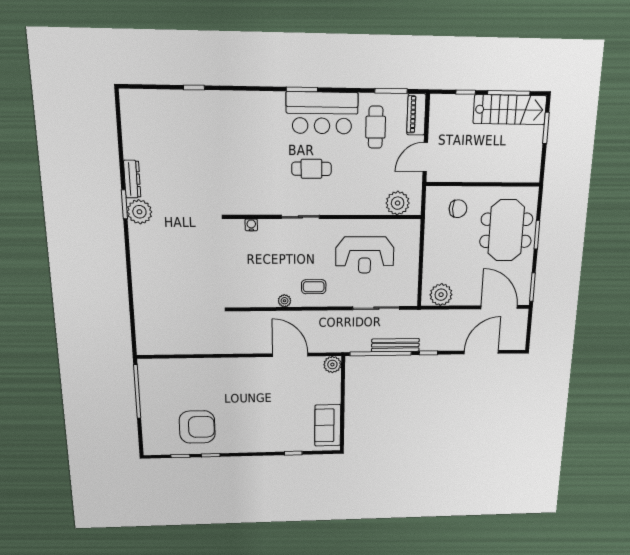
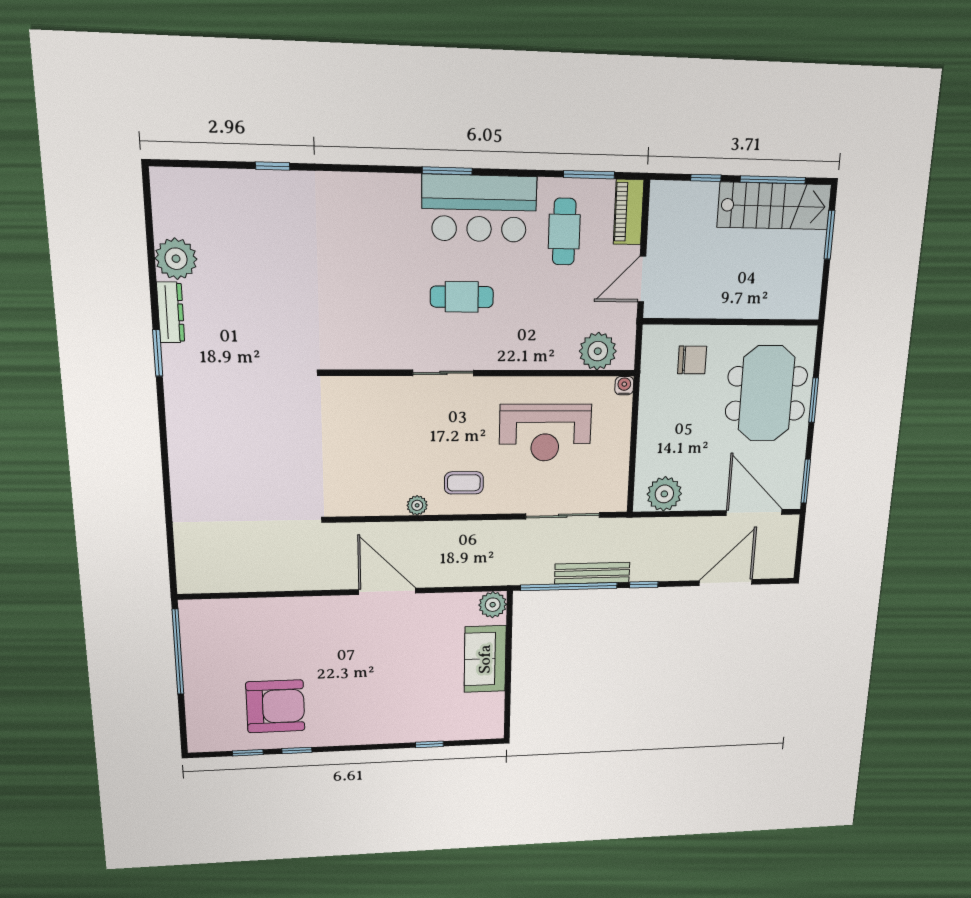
plant: (139, 212) -> (176, 259), moved
water cooler: (251, 225) -> (624, 386), moved
door: (290, 355) -> (387, 591), moved
sofa: (328, 425) -> (485, 659), moved

